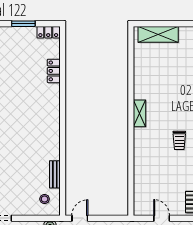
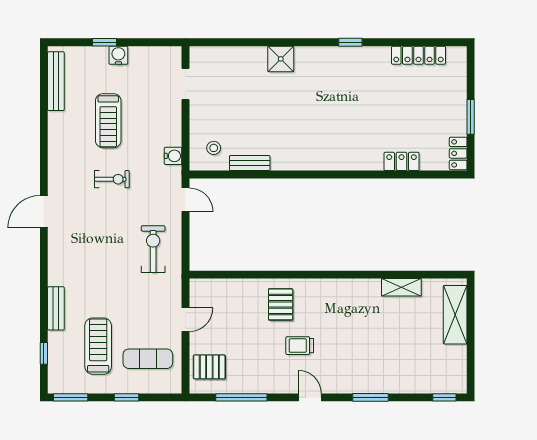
shelving: (140, 113) -> (401, 287), moved
pallet: (151, 153) -> (281, 304), added

